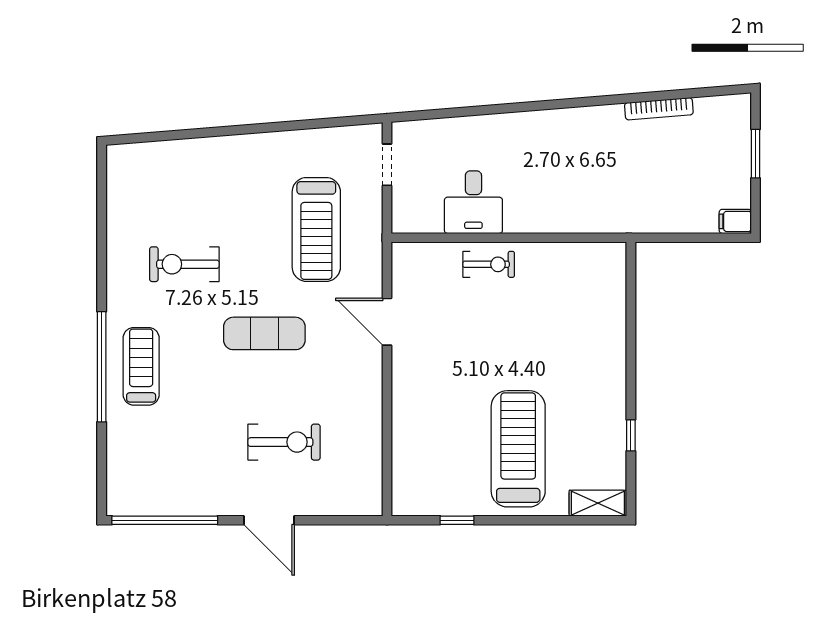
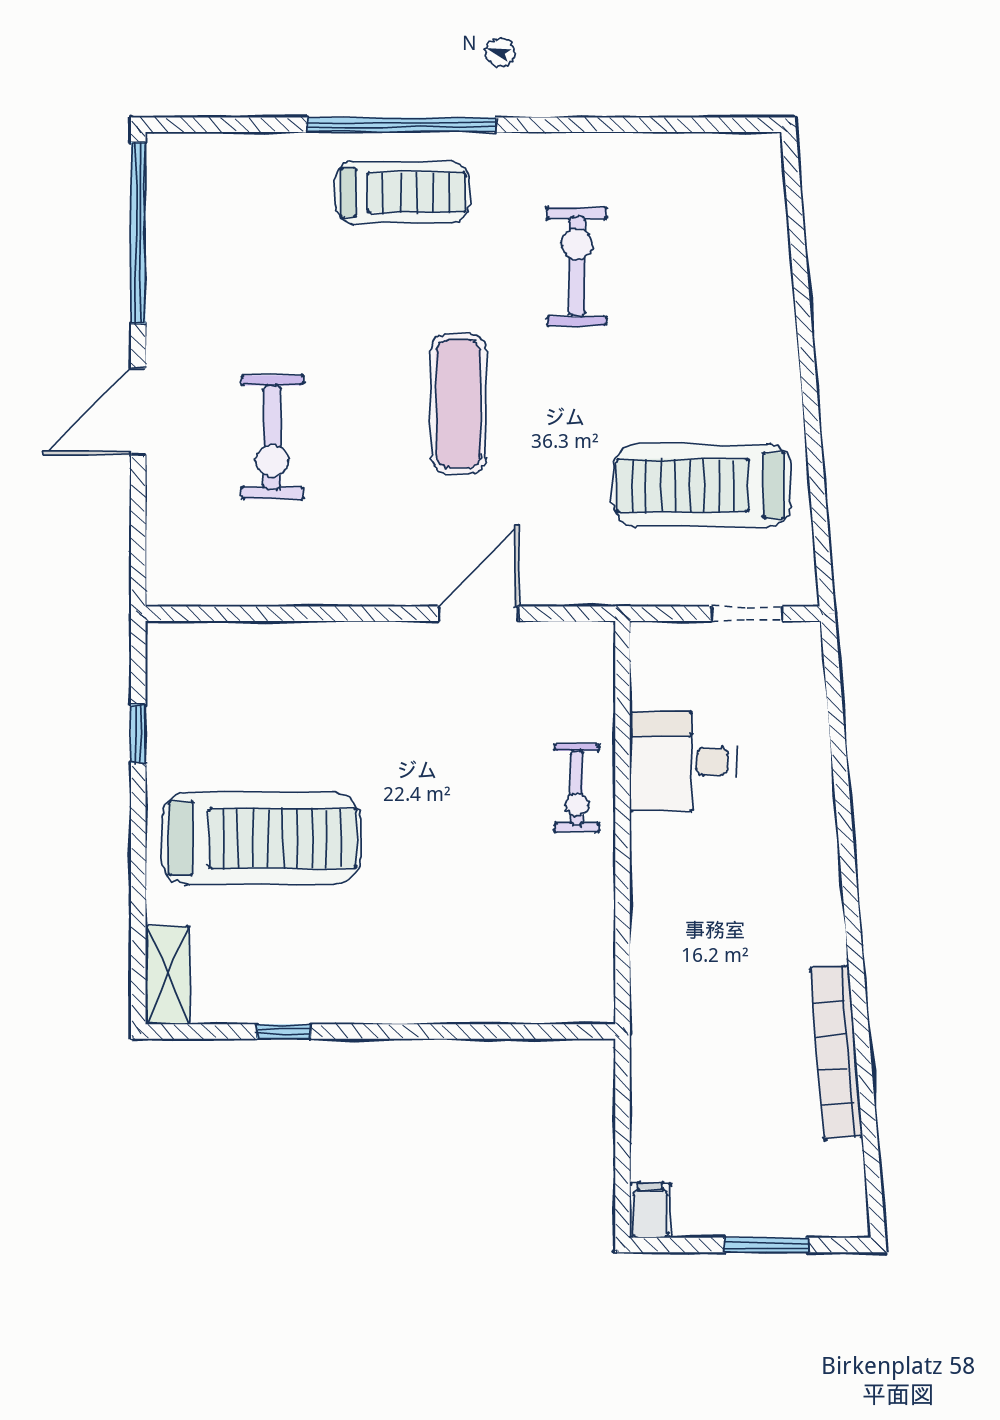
bookcase: (659, 109) -> (836, 1052), width x1.48, depth x1.31
treadmill: (316, 229) -> (702, 485), moved

